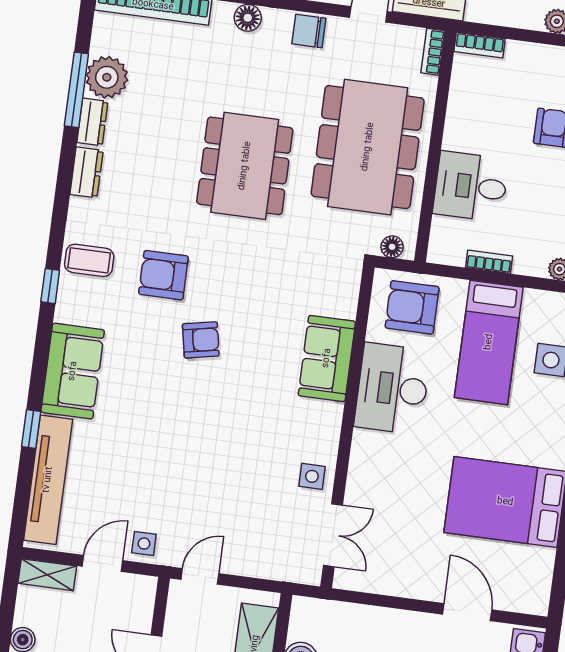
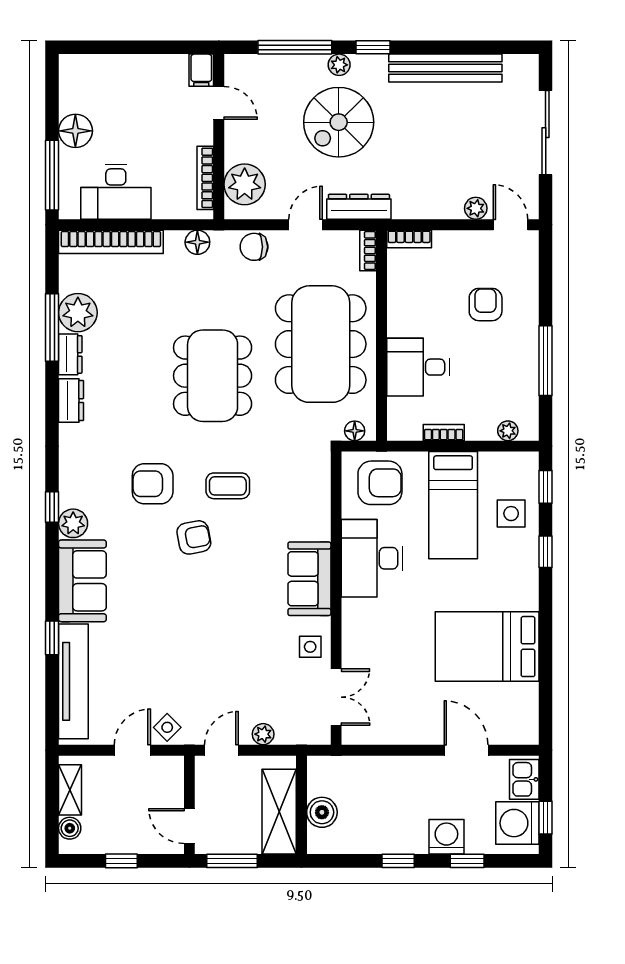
coffee table: (89, 260) -> (228, 486), moved
plant: (71, 307) -> (73, 523), added
armchair: (412, 307) -> (380, 483), turned 180
sofa: (327, 358) -> (309, 579), moved
side table: (144, 544) -> (167, 727), turned 45
plant: (248, 565) -> (263, 734), added
shelving: (47, 575) -> (70, 790), moved, turned 90

